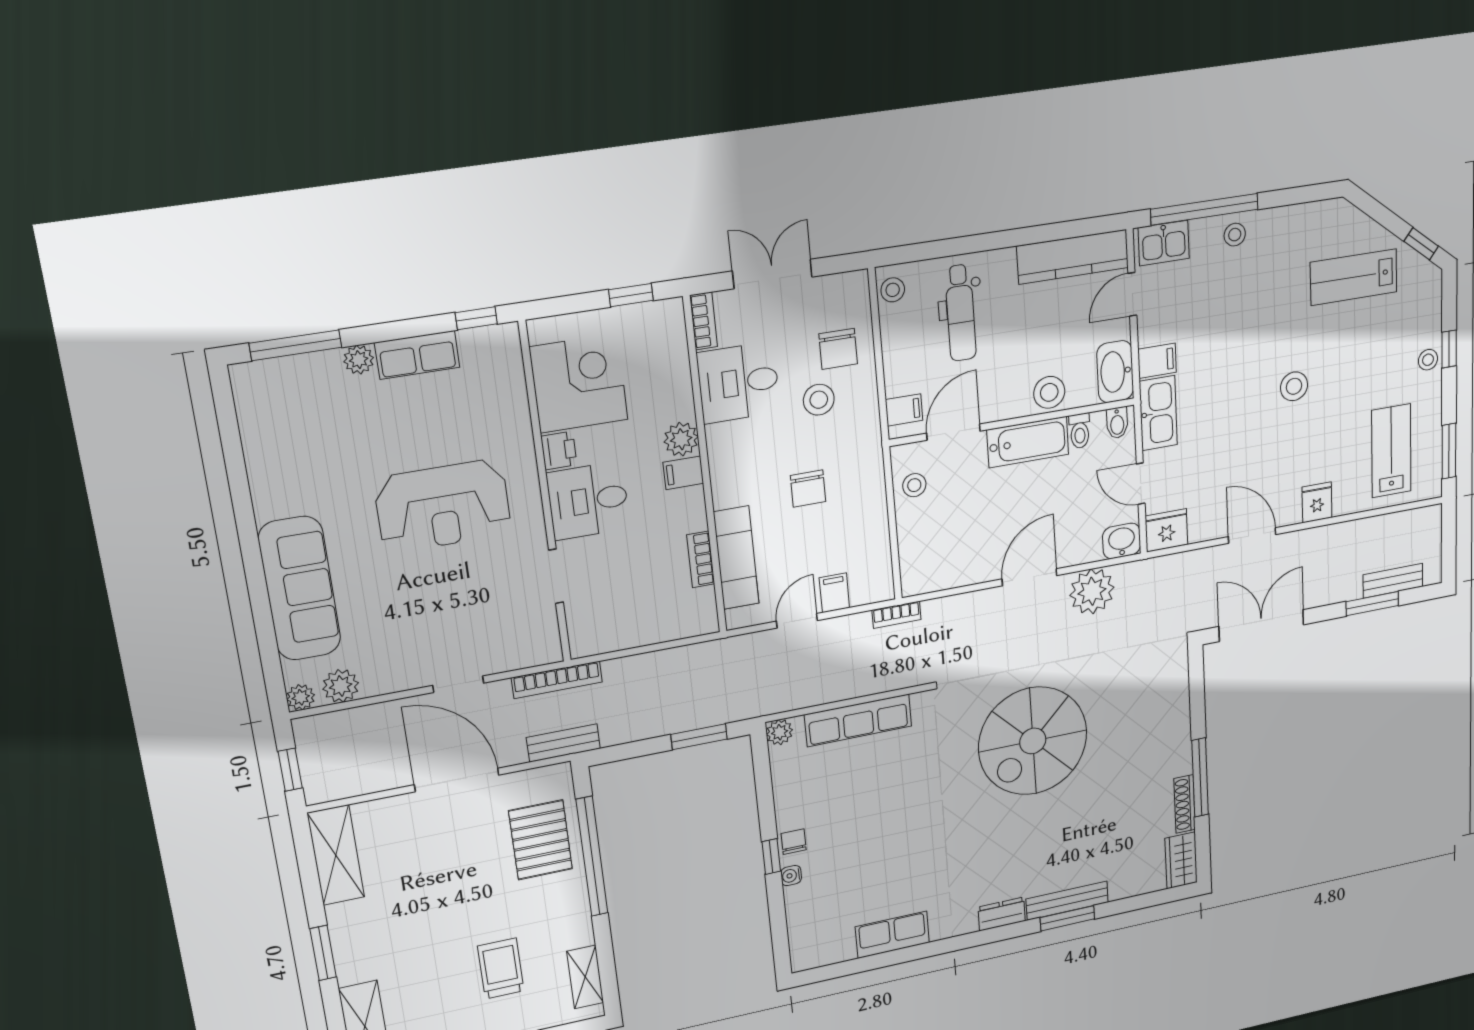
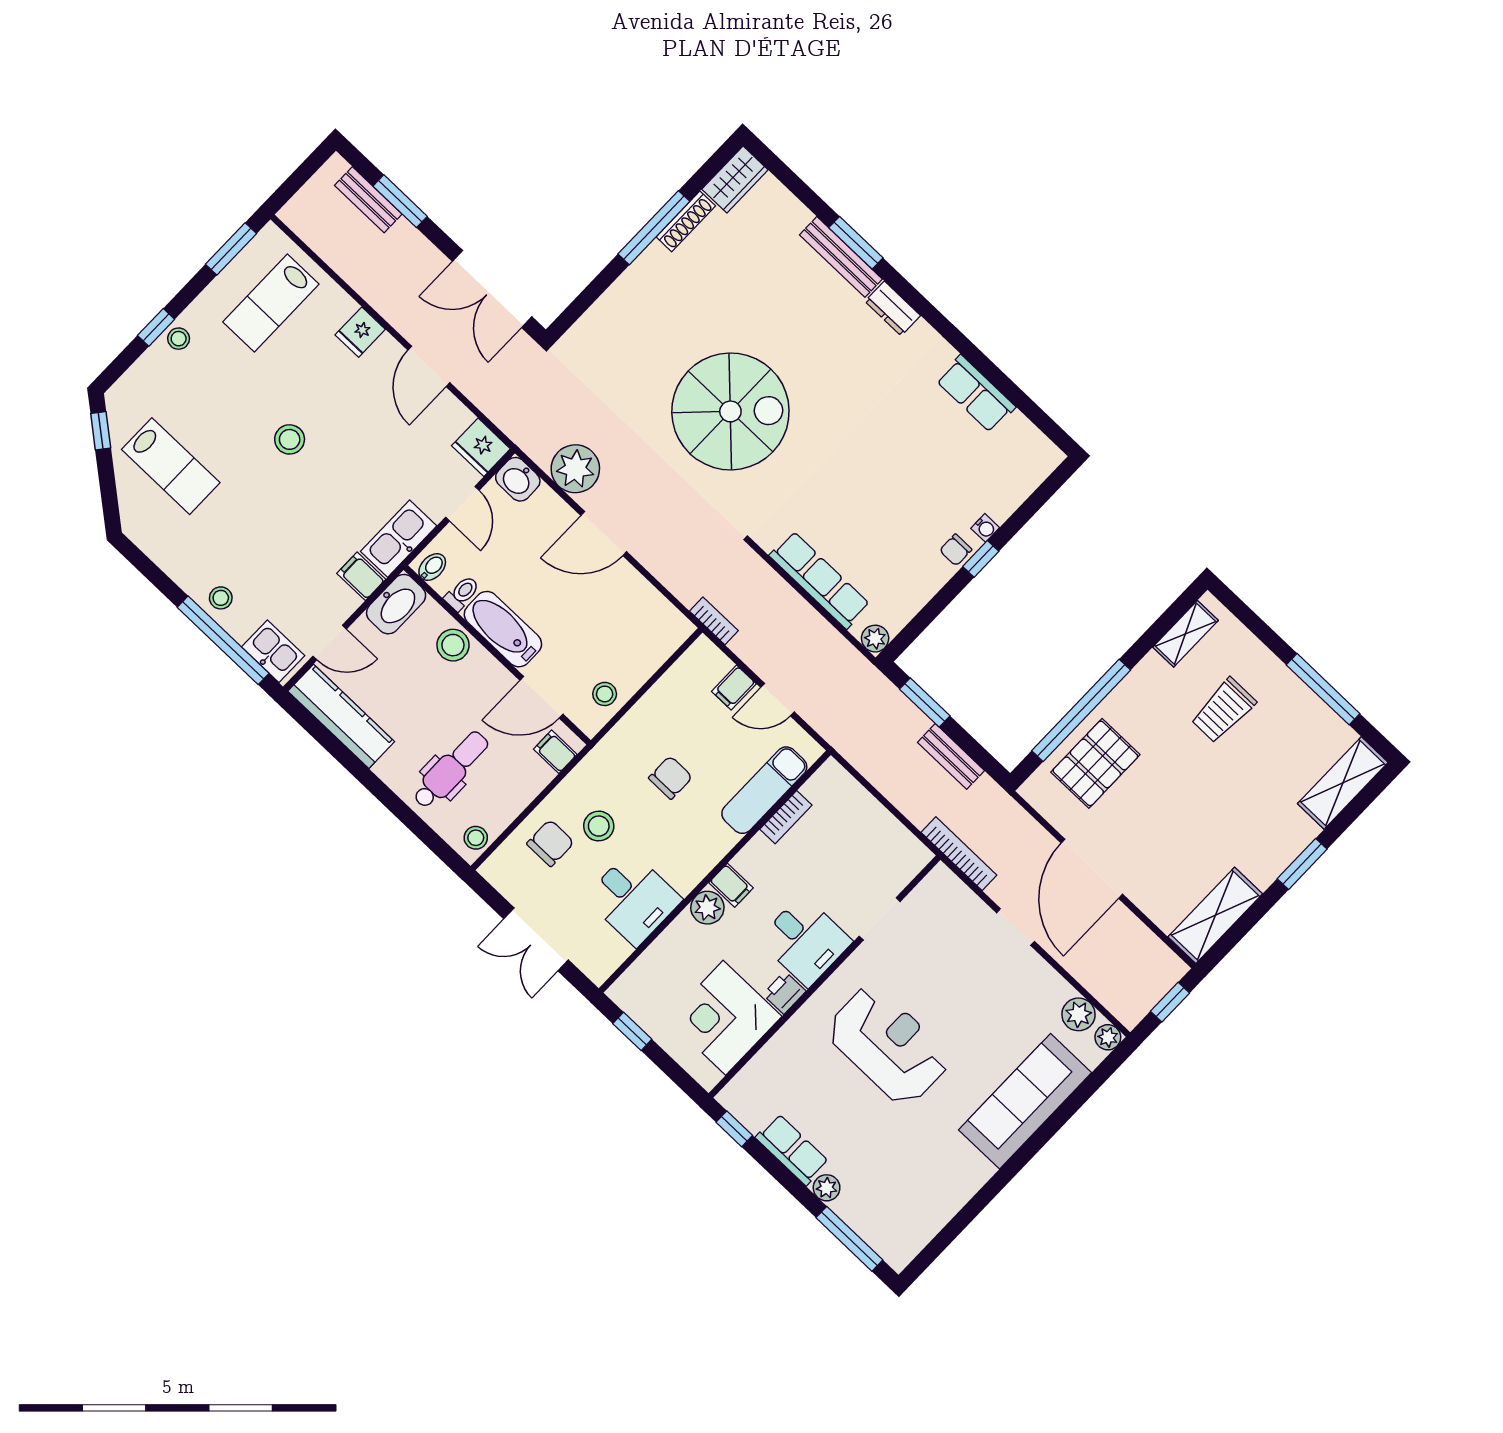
bookcase: (704, 321) -> (609, 963), removed
bench: (563, 743) -> (951, 756), moved

